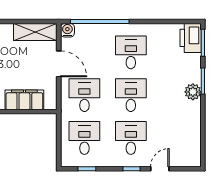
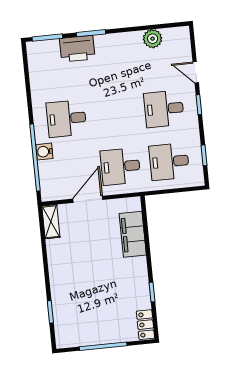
water cooler: (67, 30) -> (44, 152), moved
shelving: (35, 32) -> (51, 222), width x0.67, depth x0.75
printer: (191, 38) -> (77, 49), moved
plant: (193, 92) -> (153, 39), moved
desk: (131, 95) -> (115, 114), removed

